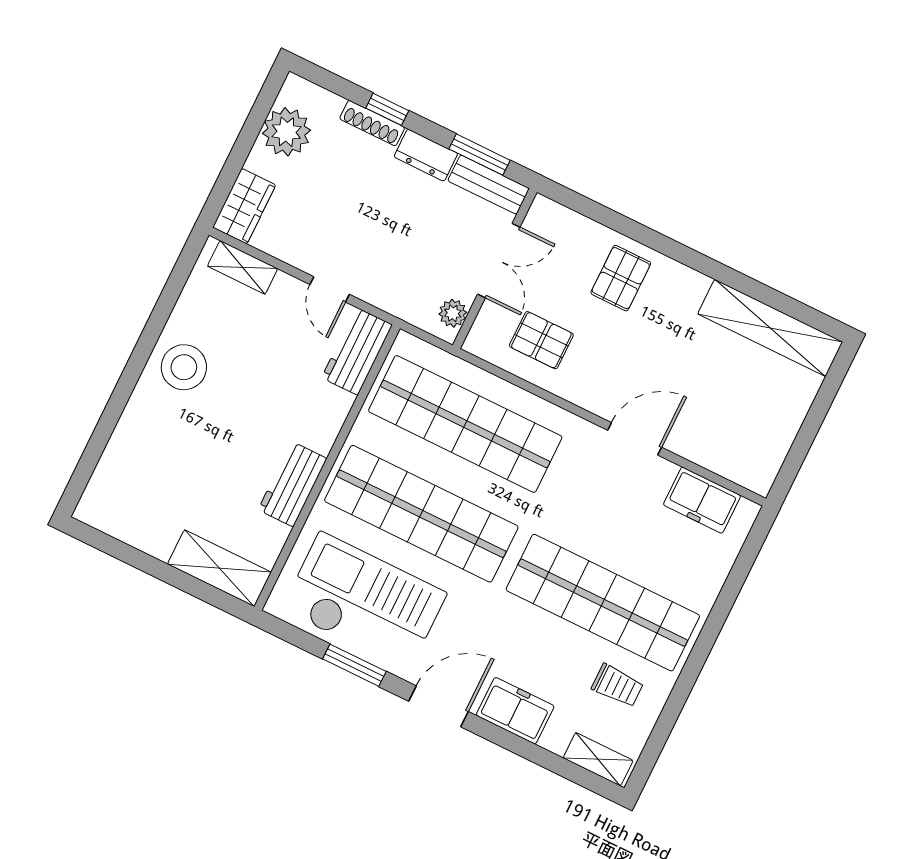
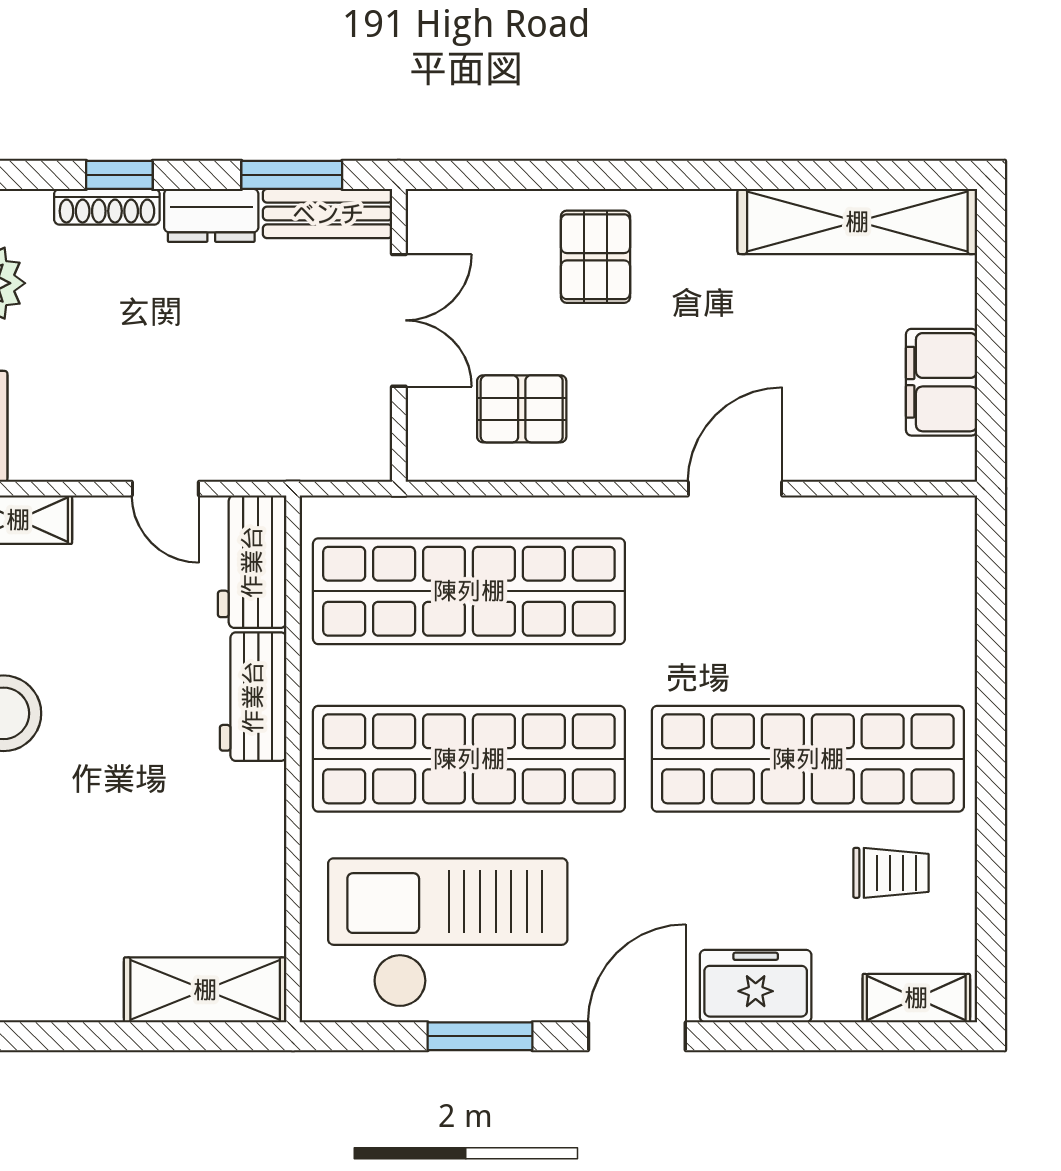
plant: (453, 313) -> (368, 434), removed
filing cabinet: (773, 436) -> (942, 382), added
workbench: (292, 484) -> (253, 697), moved
freezer: (702, 500) -> (882, 531), removed

